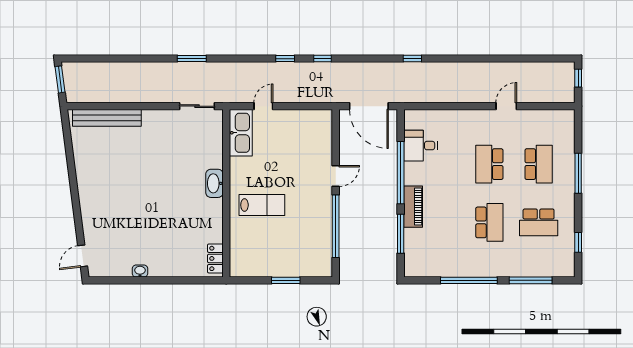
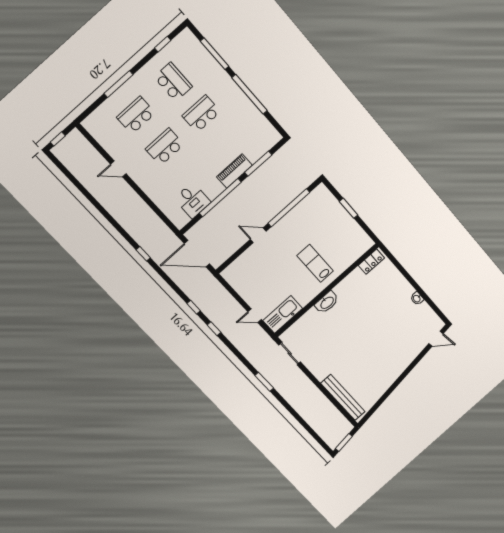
door: (369, 106) -> (197, 254), swing flipped
school desk: (489, 164) -> (165, 147), turned 180

